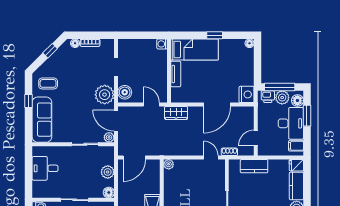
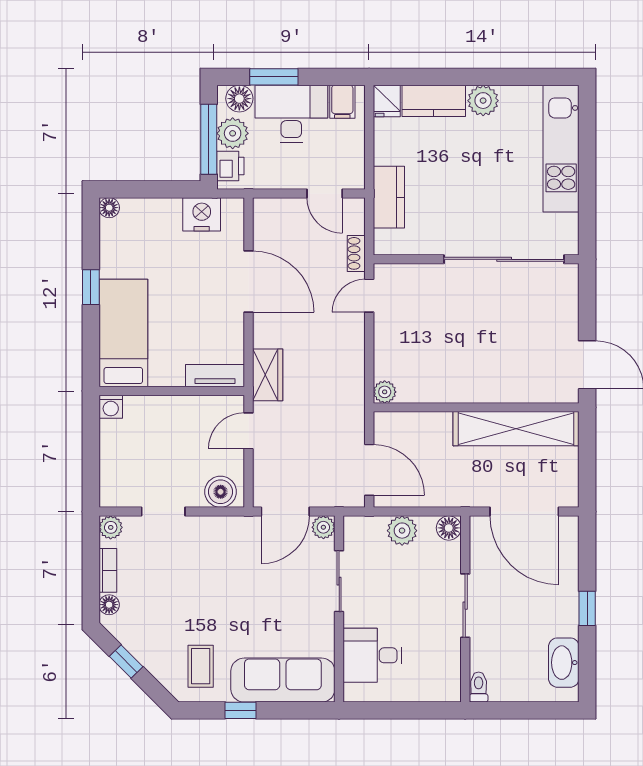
tv unit: (176, 74) -> (215, 376), moved
nightstand: (247, 94) -> (202, 214), moved
plant: (105, 95) -> (111, 527), moved, width x0.53, depth x0.53
desk: (45, 168) -> (372, 655), moved, turned 90

